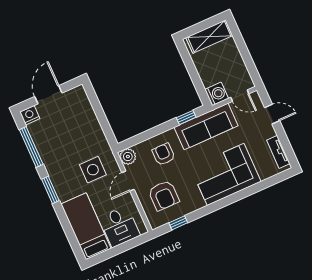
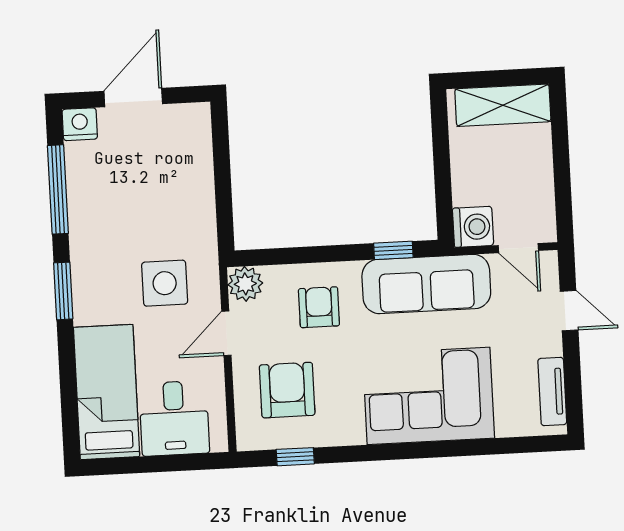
armchair: (164, 195) -> (287, 390), turned 180

